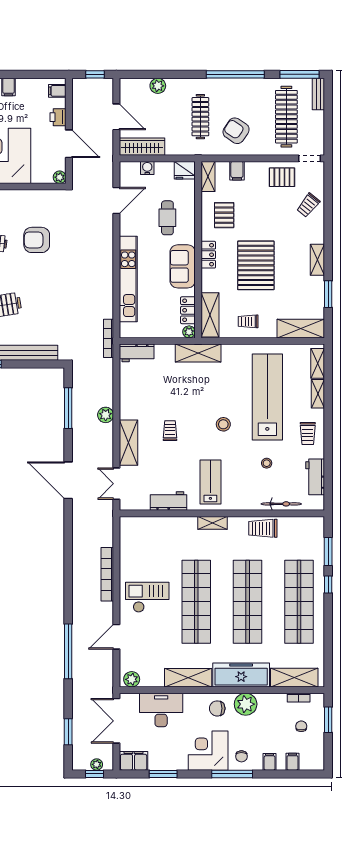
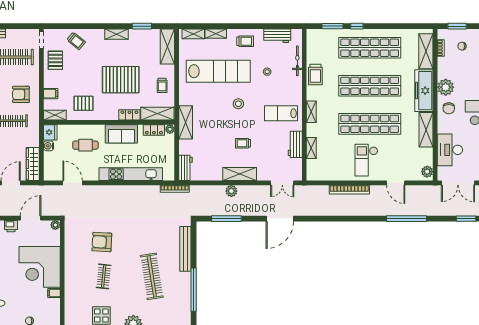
armchair: (236, 131) -> (21, 94), turned 56
water cooler: (147, 168) -> (49, 146), moved
armchair: (37, 240) -> (102, 242), turned 93
locker: (208, 255) -> (129, 115), moved
lab bench: (267, 397) -> (218, 71), turned 180
shelving: (128, 443) -> (240, 174), moved
shelving: (164, 523) -> (311, 148), added

